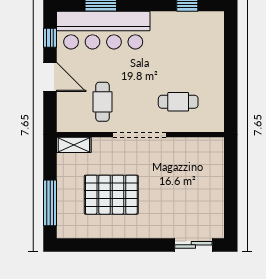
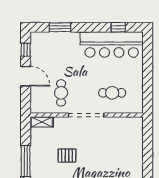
bar counter: (103, 30) -> (112, 45), moved
pallet: (111, 195) -> (67, 156), width x0.49, depth x0.50

